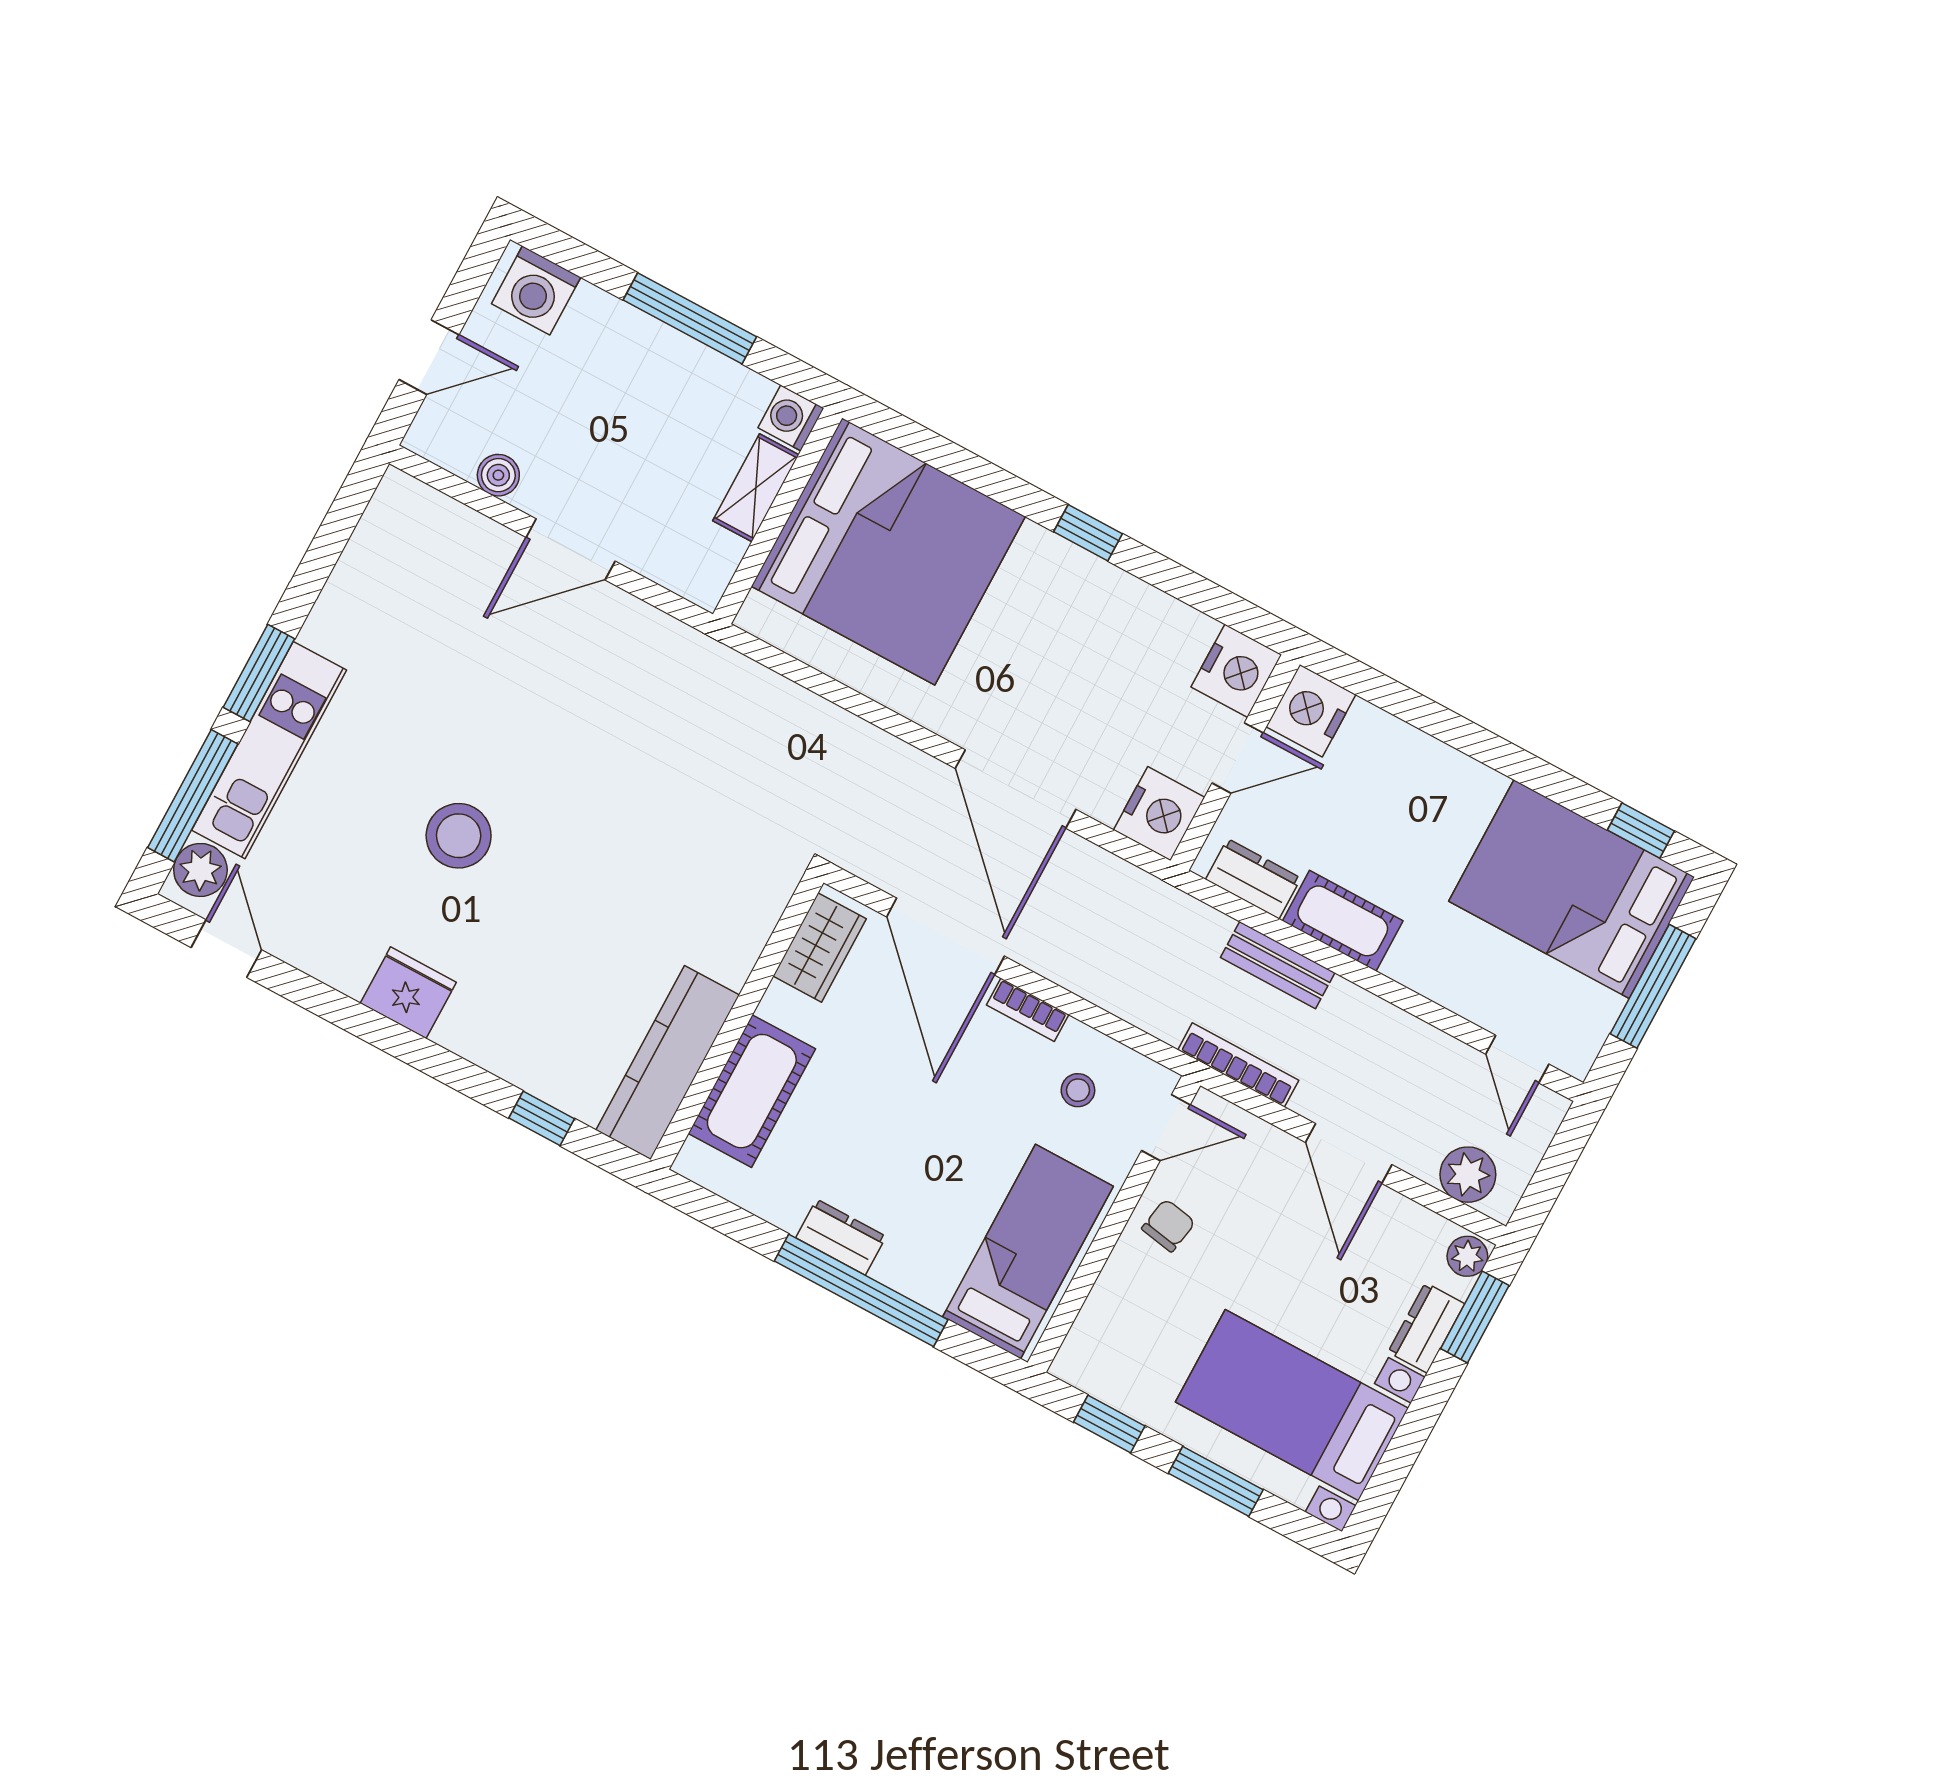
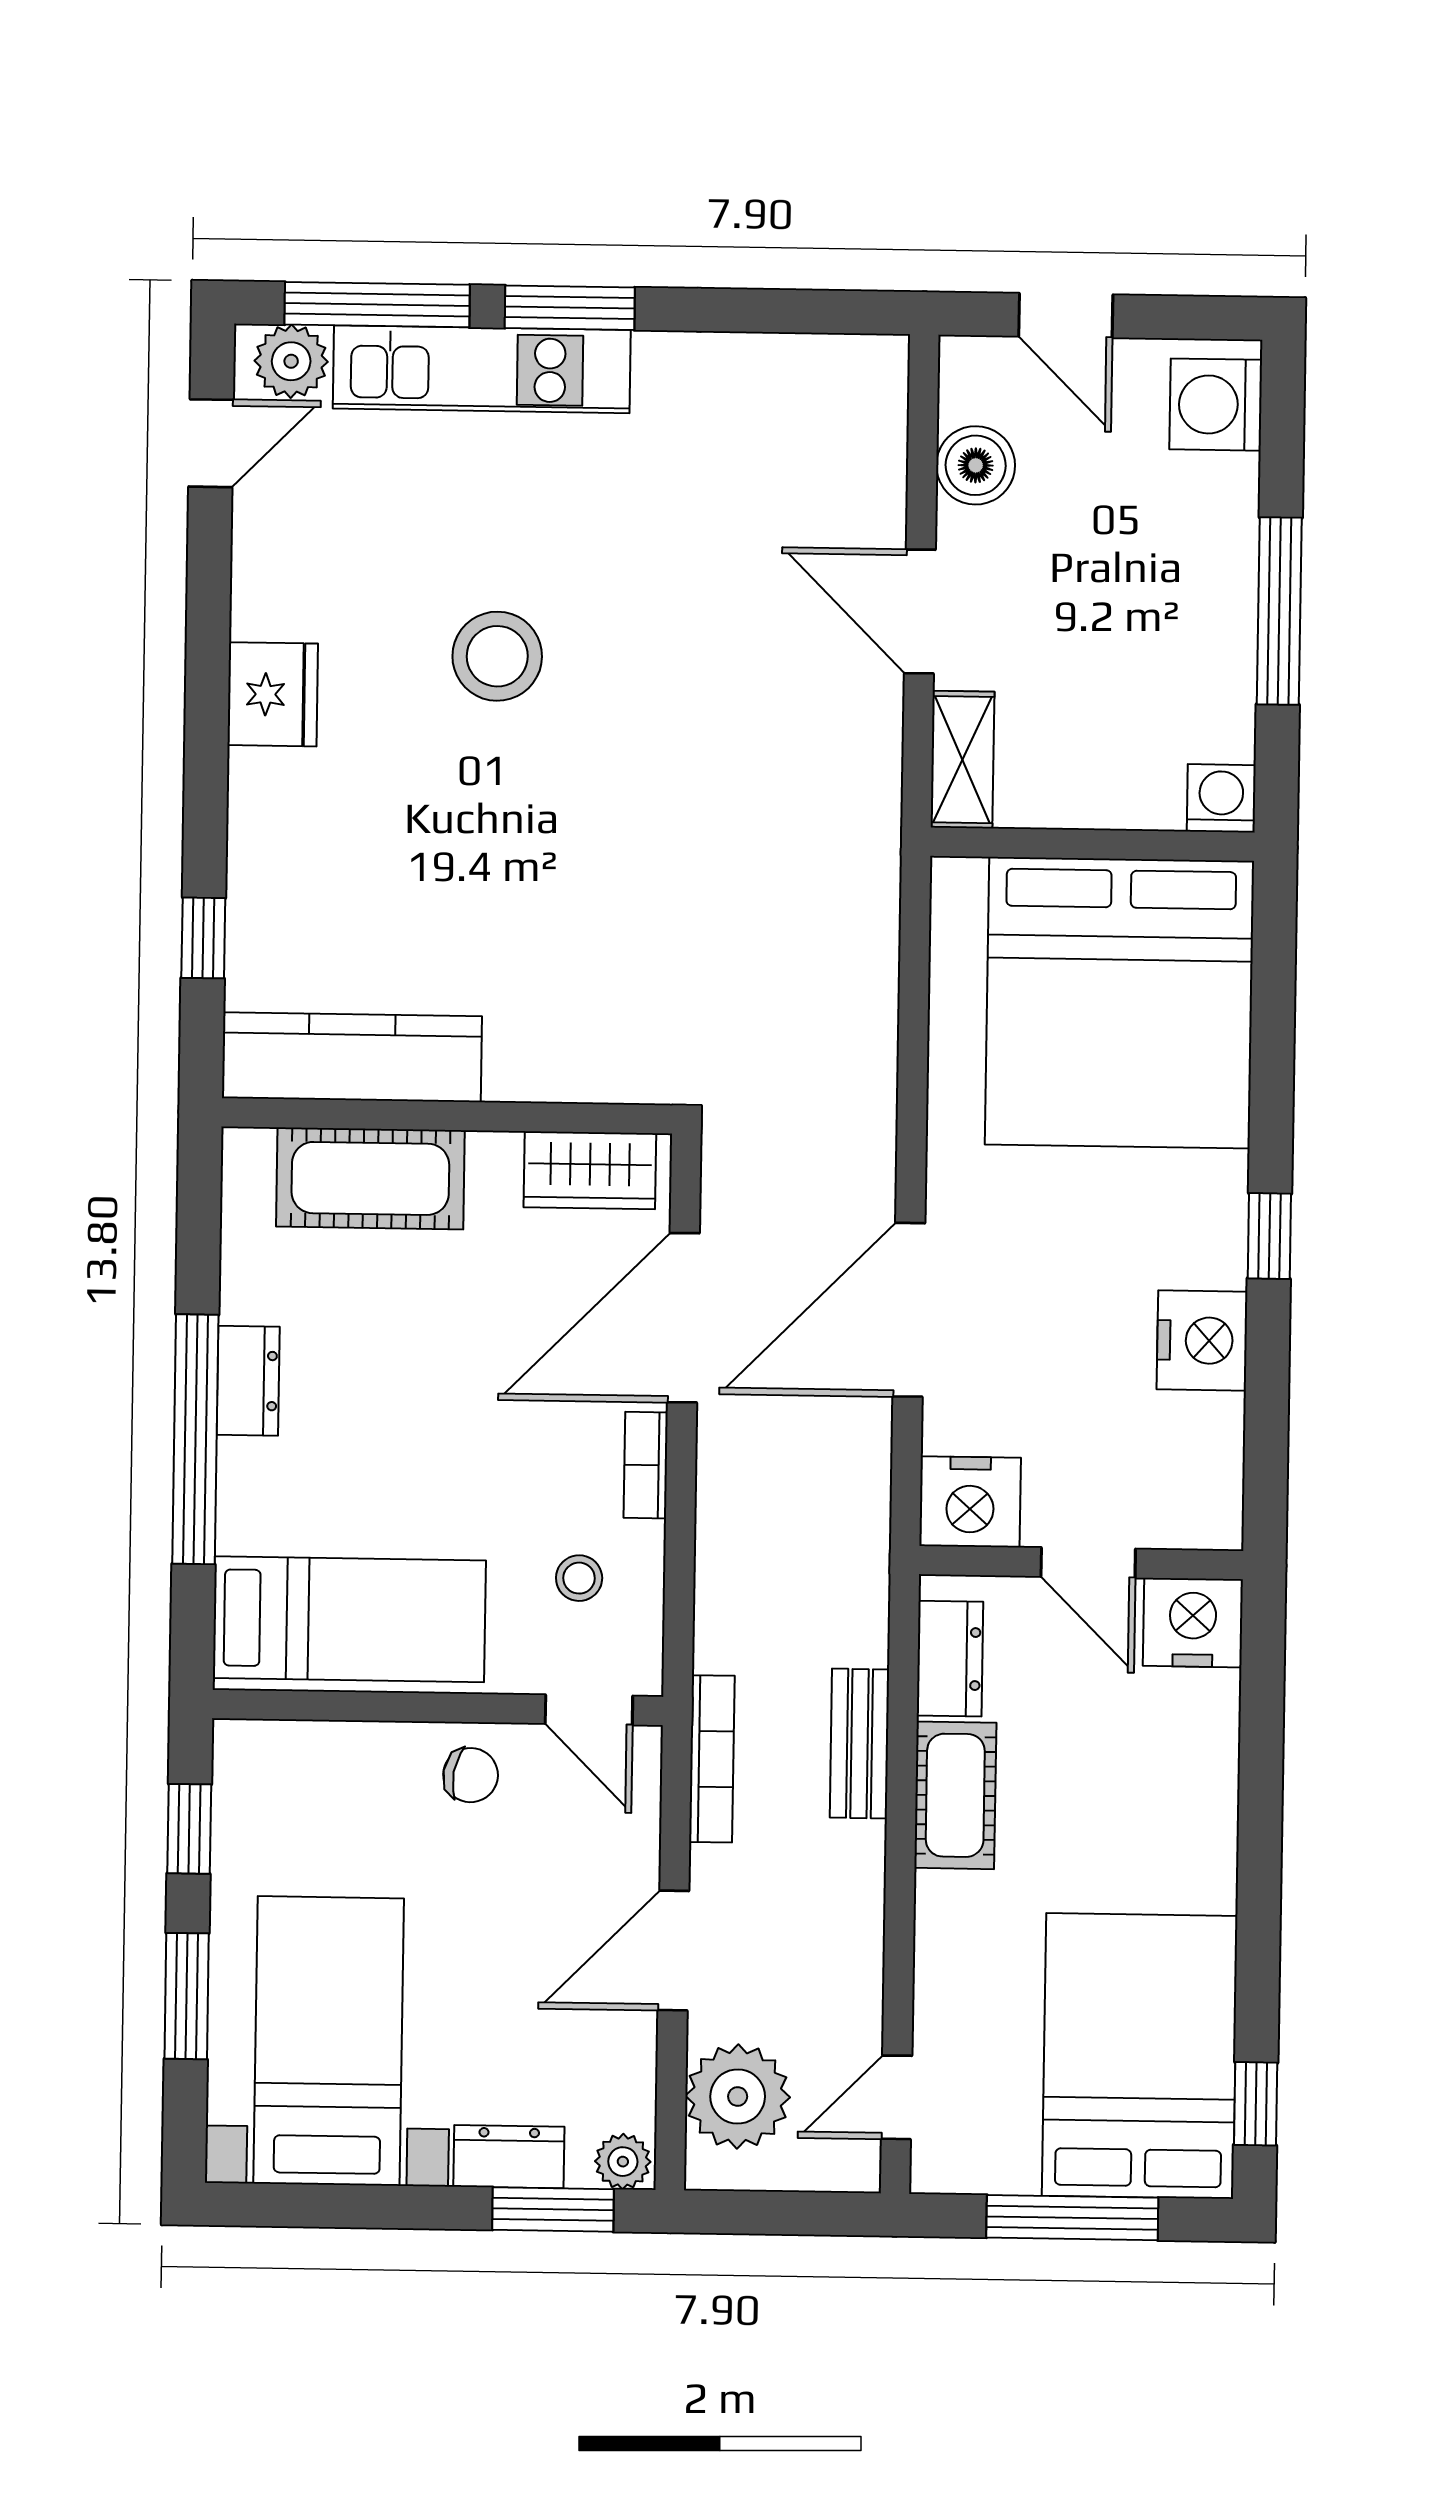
boiler: (498, 475) -> (976, 465), width x1.36, depth x1.36
shelving: (756, 488) -> (962, 760), moved, turned 90
nightstand: (1236, 671) -> (1202, 1341), moved, turned -90
plant: (1468, 1175) -> (738, 2096), width x1.36, depth x1.36

